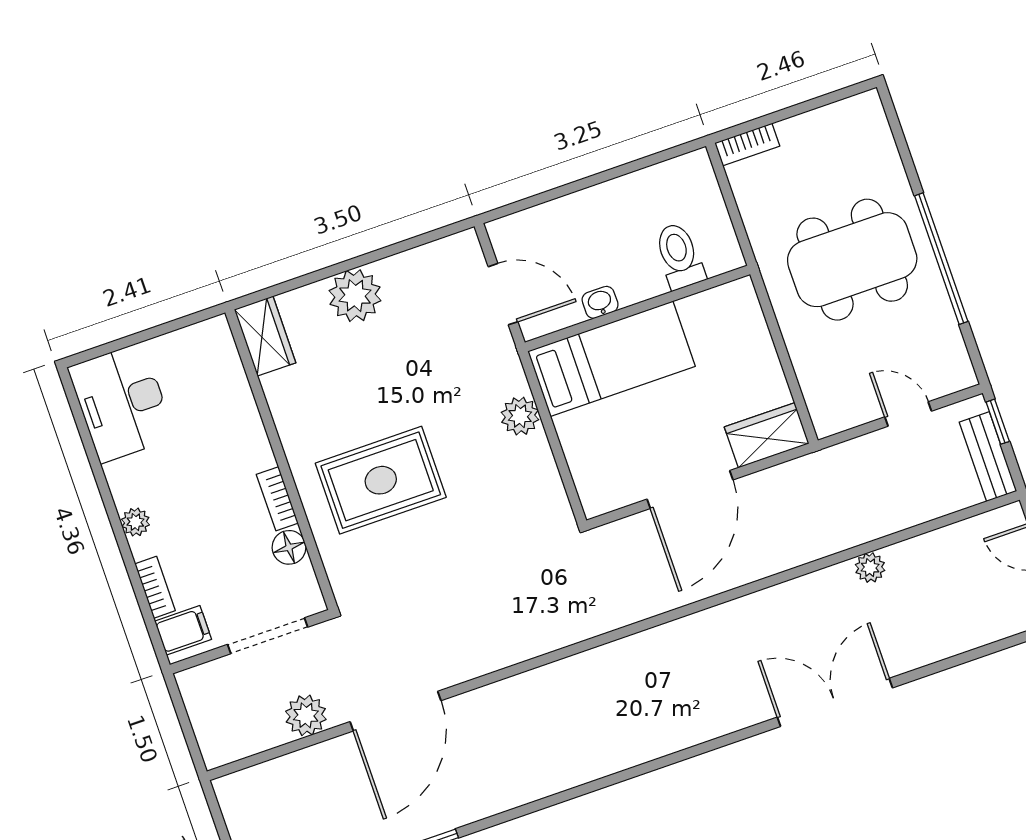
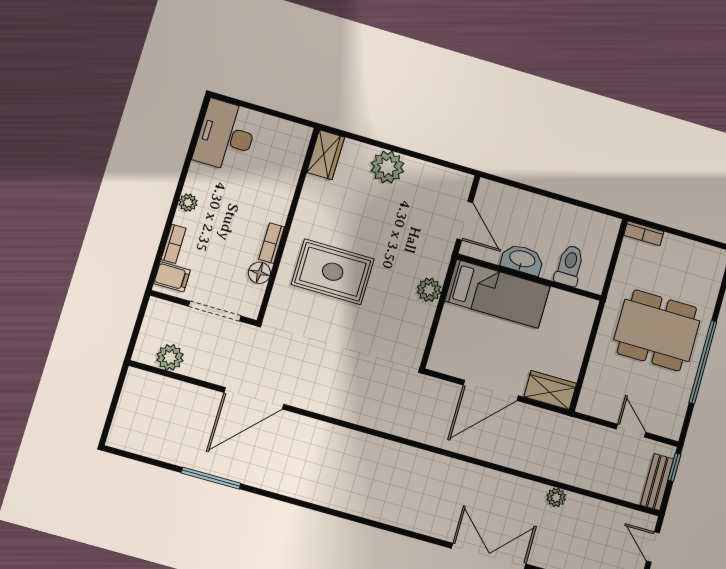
washbasin: (600, 302) -> (522, 259), width x1.91, depth x1.45
plant: (306, 715) -> (170, 357), moved

